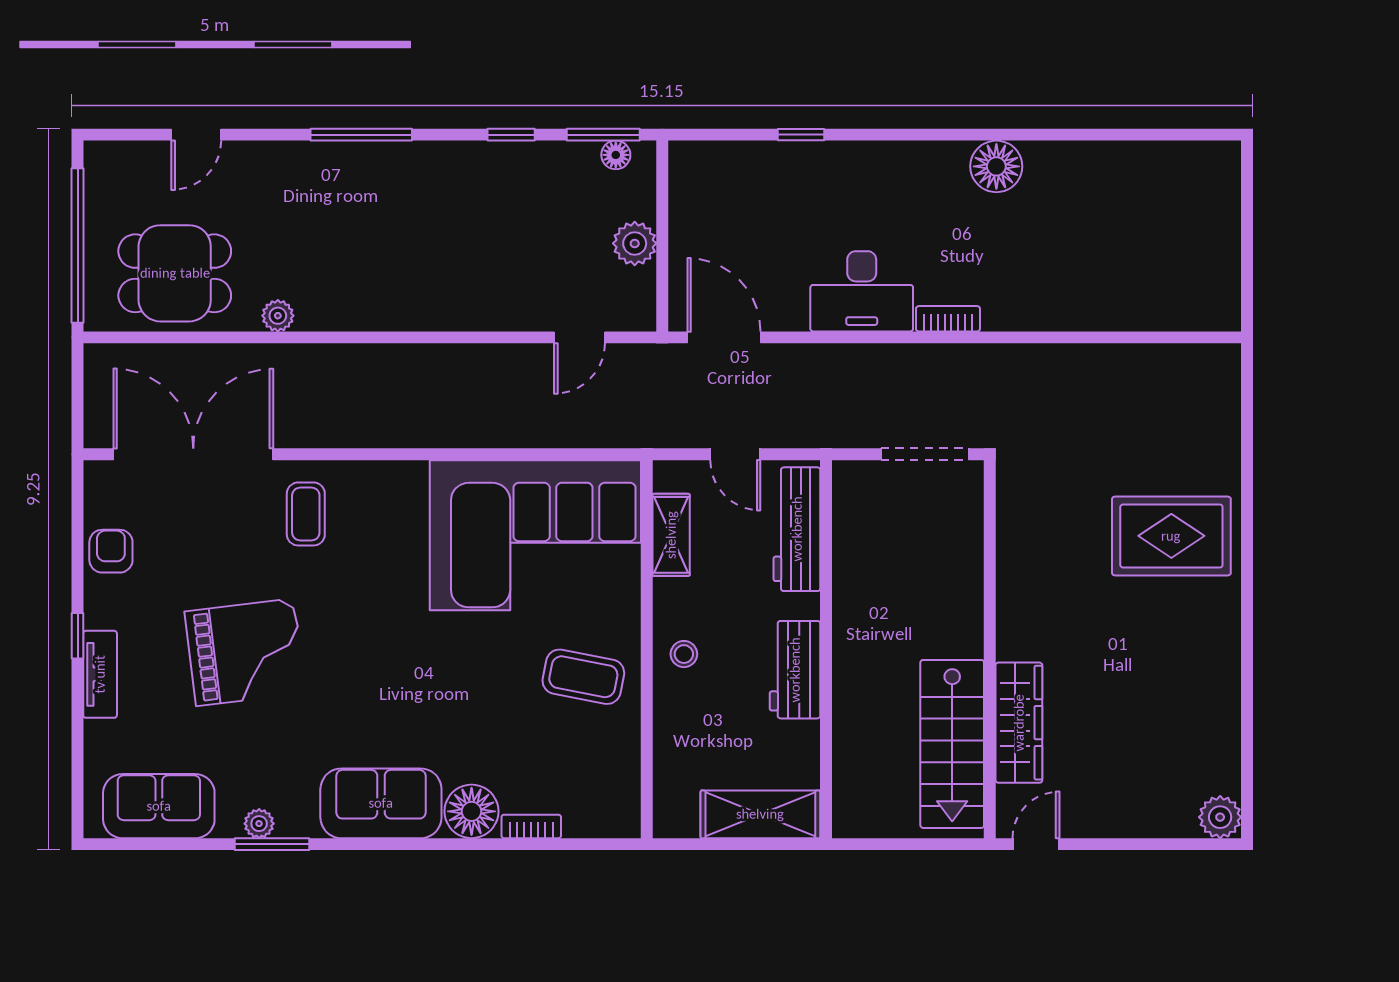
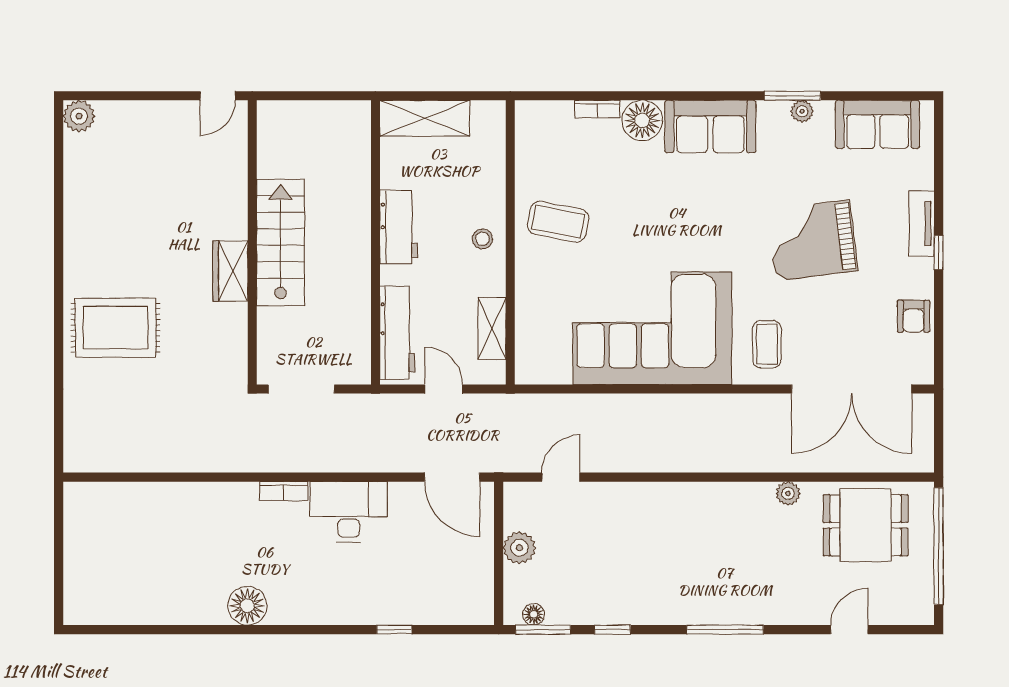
corner sofa: (535, 535) -> (652, 328), moved
wardrobe: (1019, 723) -> (230, 271), moved, width x0.67
stairs: (952, 744) -> (280, 243), moved

